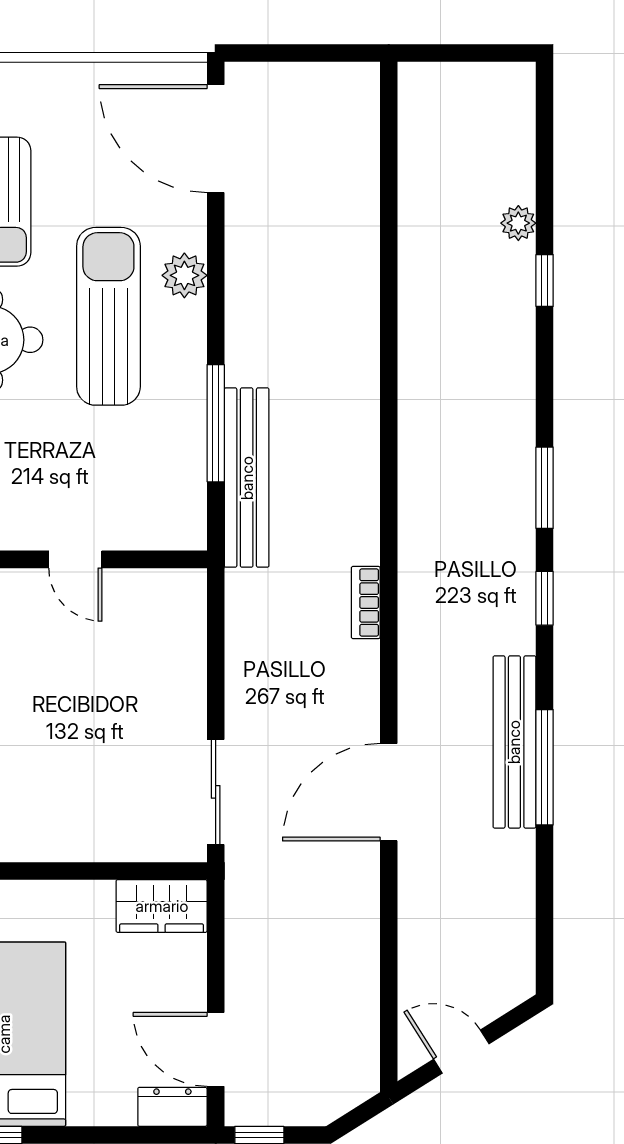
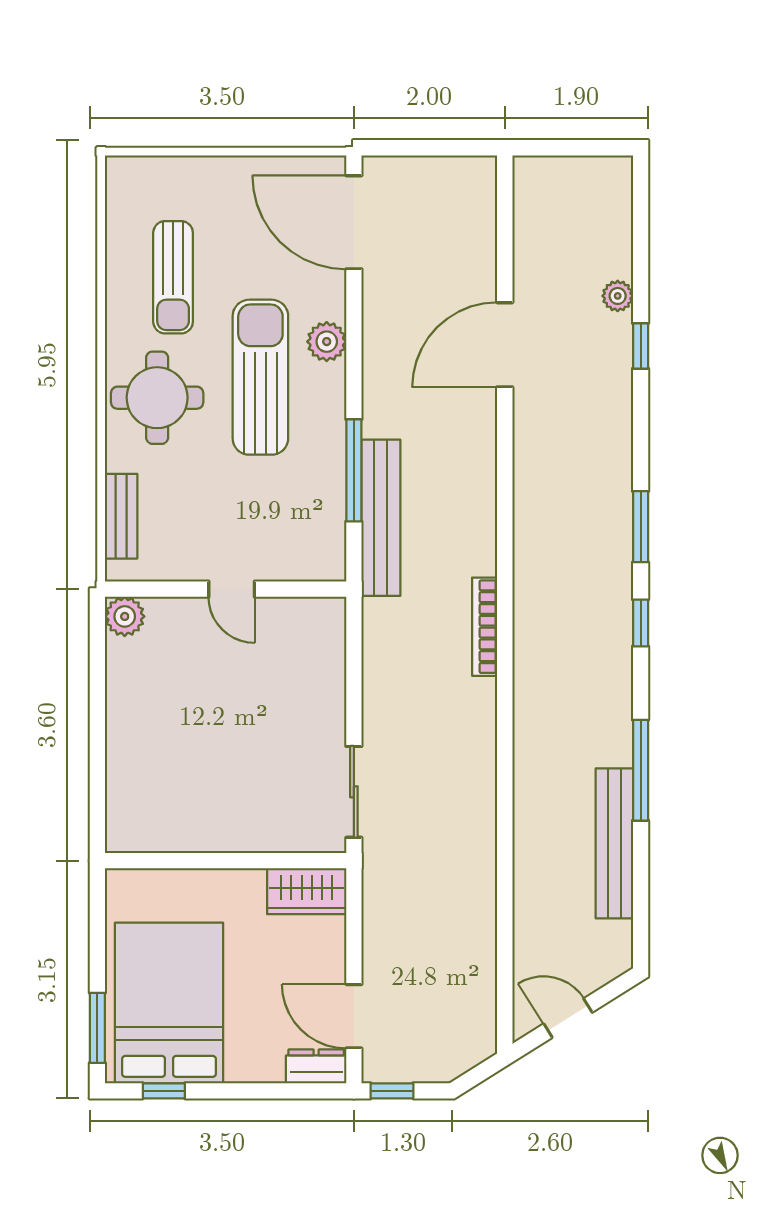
bookcase: (366, 603) -> (485, 627), width x1.56
bench: (514, 742) -> (614, 843), moved
door: (389, 792) -> (505, 345), moved

